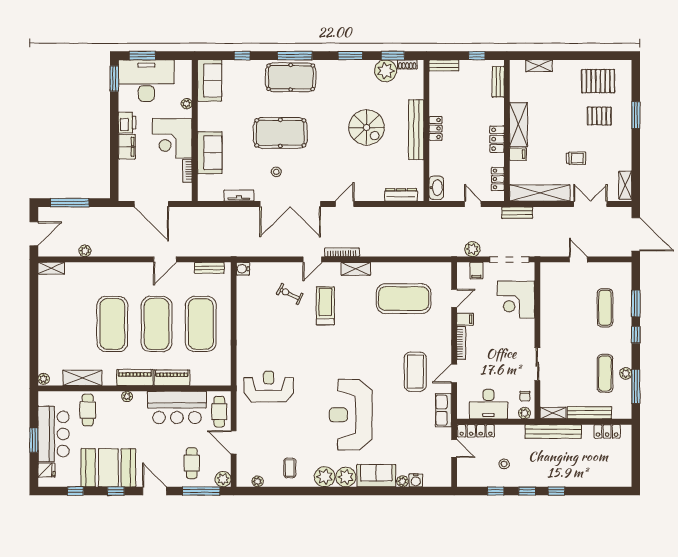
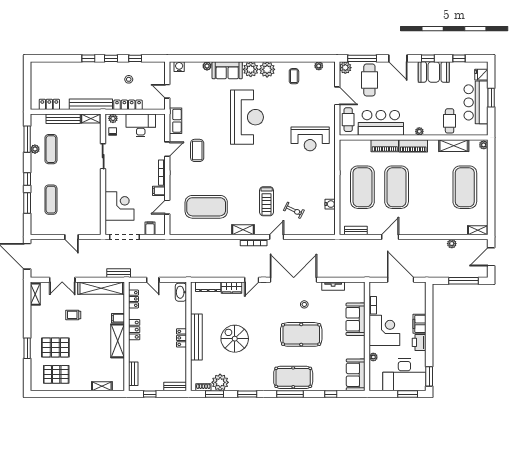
pallet: (599, 116) -> (55, 347), width x1.50, depth x1.42
wardrobe: (371, 194) -> (232, 288), added
plant: (472, 249) -> (153, 245), removed
water cooler: (243, 269) -> (330, 204), moved
exercise mat: (112, 324) -> (465, 187), moved
coffee table: (415, 372) -> (197, 150), width x0.73, depth x0.76
locker: (476, 431) -> (128, 105), moved
cafe table: (192, 463) -> (369, 80), width x1.37, depth x1.35
booth: (108, 468) -> (434, 72), width x0.73, depth x0.70
water cooler: (416, 480) -> (179, 67), moved

